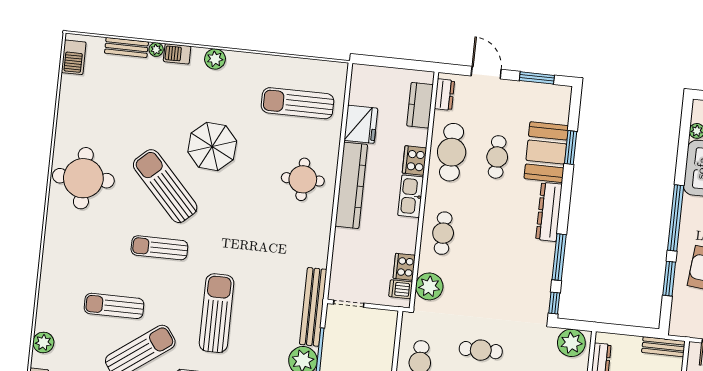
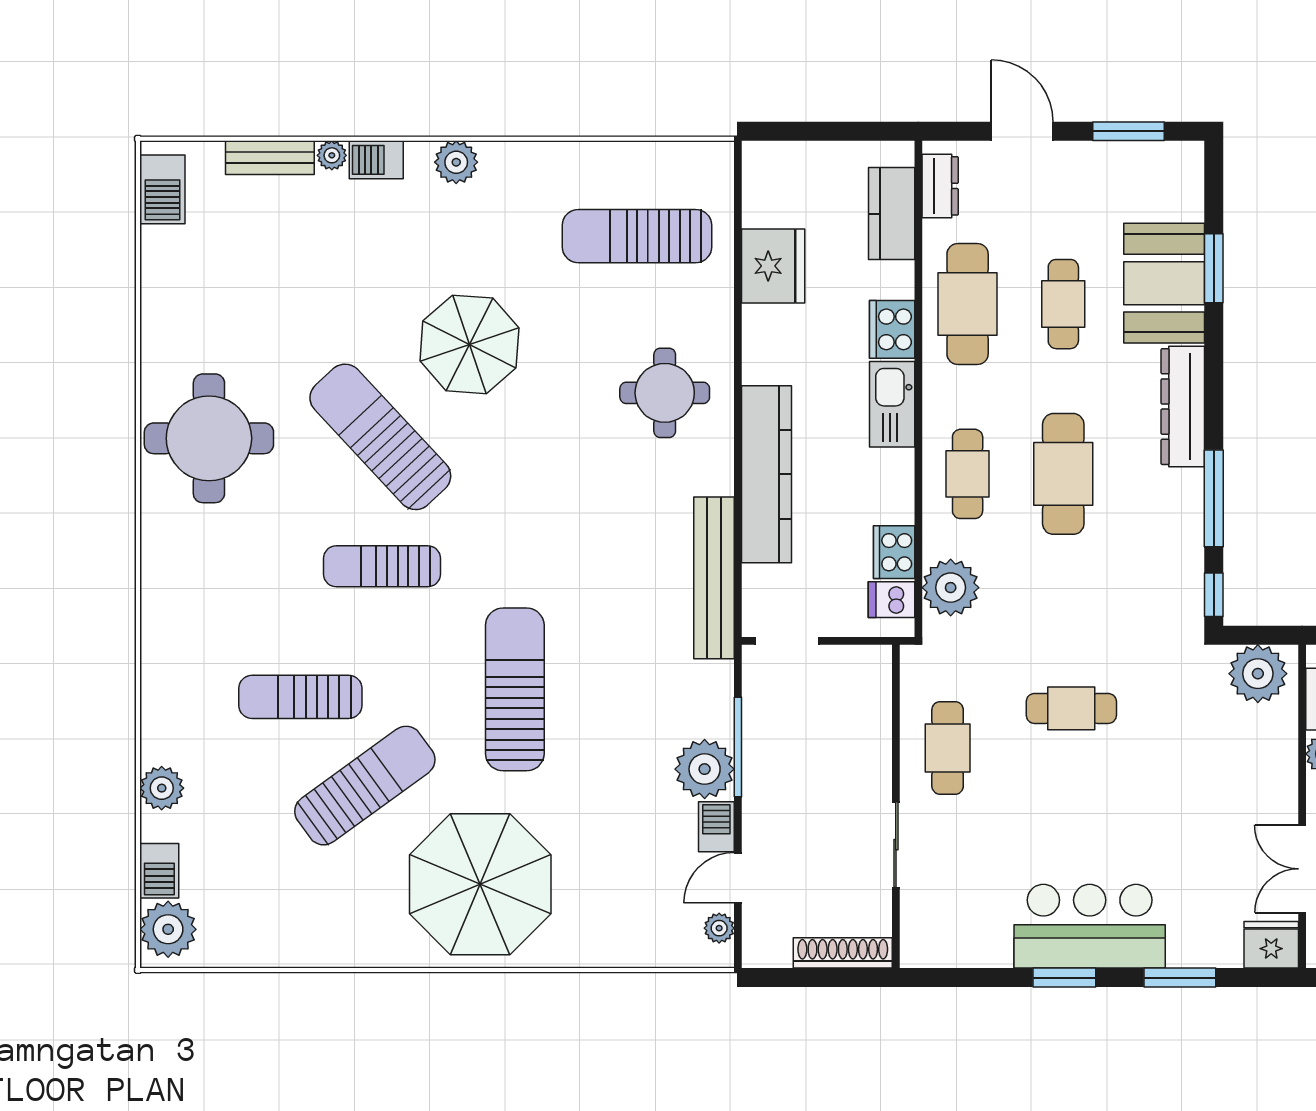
kitchen counter: (351, 185) -> (767, 474), moved
cafe table: (489, 238) -> (1063, 474), added
bench: (313, 307) -> (714, 578), moved

